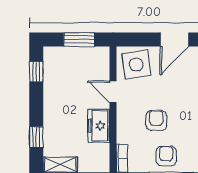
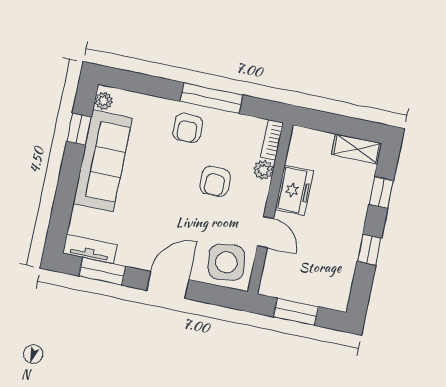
window: (36, 72) -> (369, 250), moved
plant: (124, 136) -> (263, 170), added
armchair: (166, 156) -> (188, 128), moved

